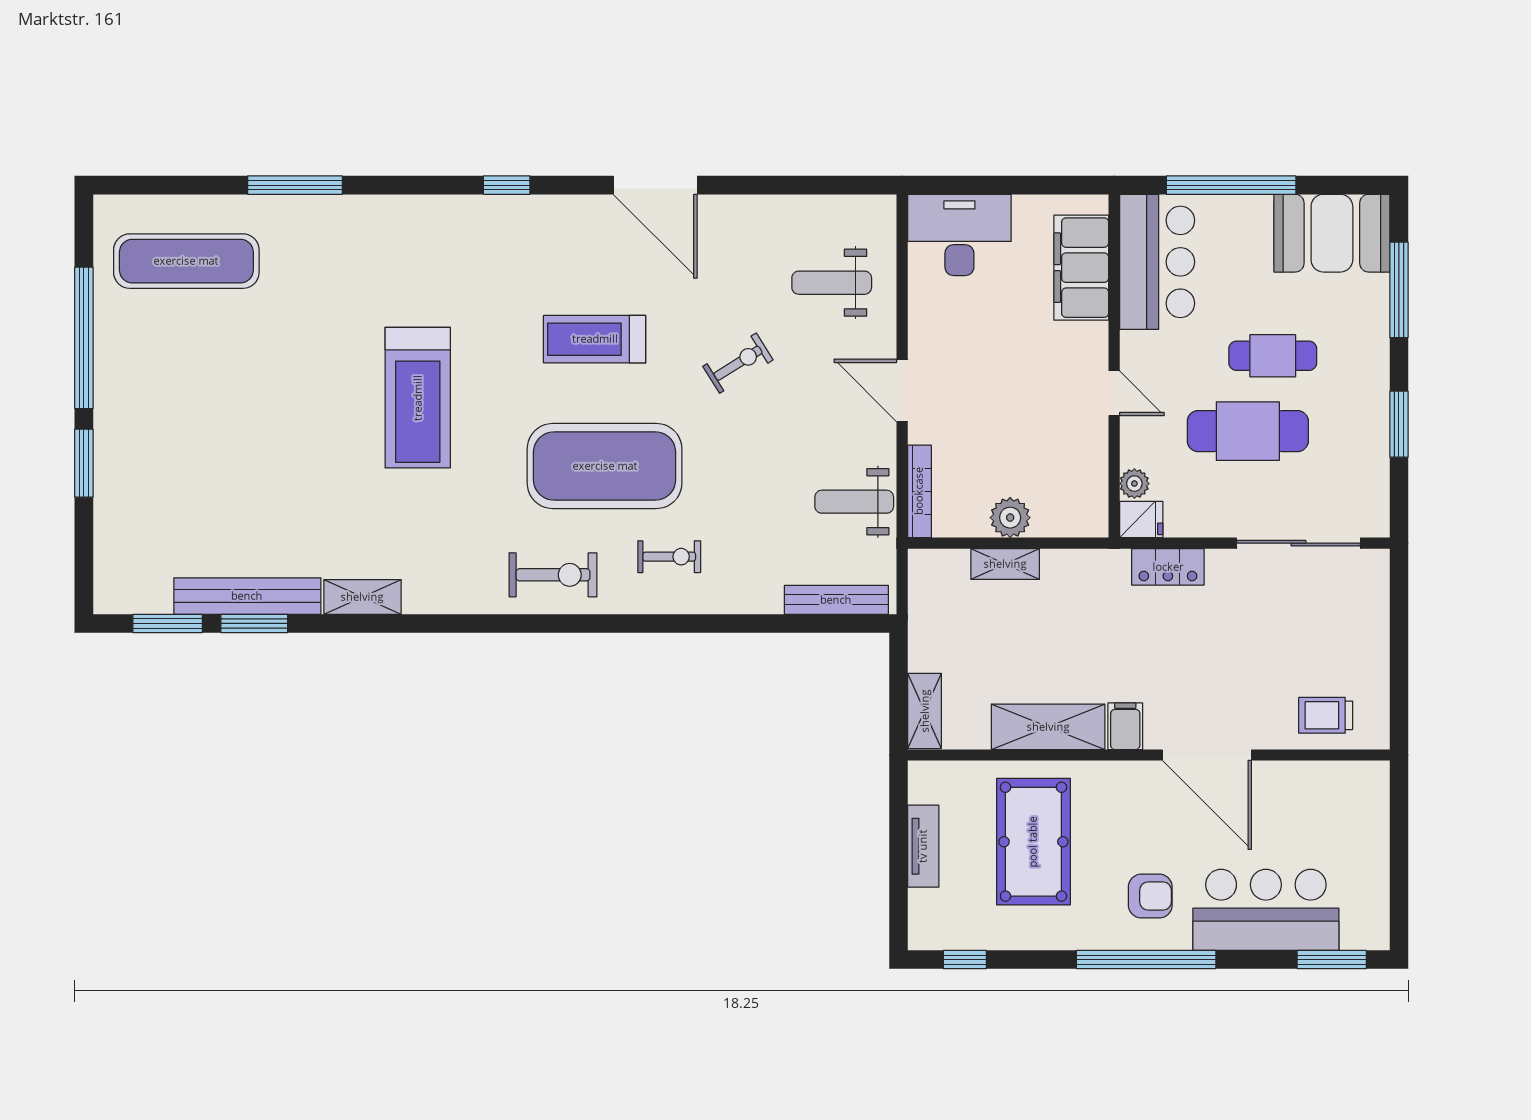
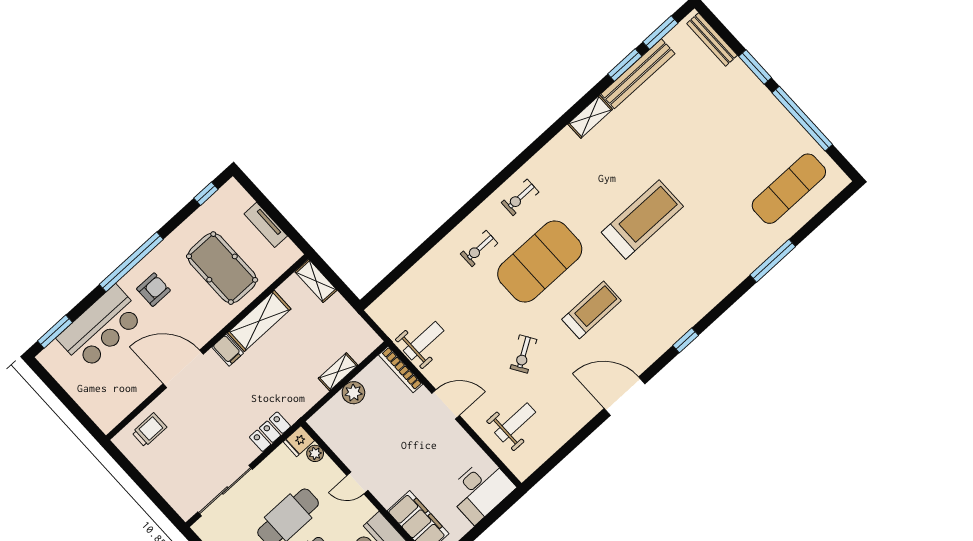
treadmill: (418, 398) -> (642, 219), turned 90
exercise bike: (553, 575) -> (520, 197), width x0.73, depth x0.72
bench: (836, 600) -> (712, 39), moved, turned 90
armchair: (1150, 896) -> (154, 290), turned 180

